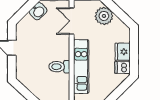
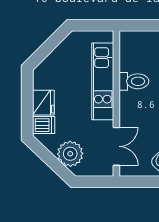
dishwasher: (122, 67) -> (44, 125), moved

